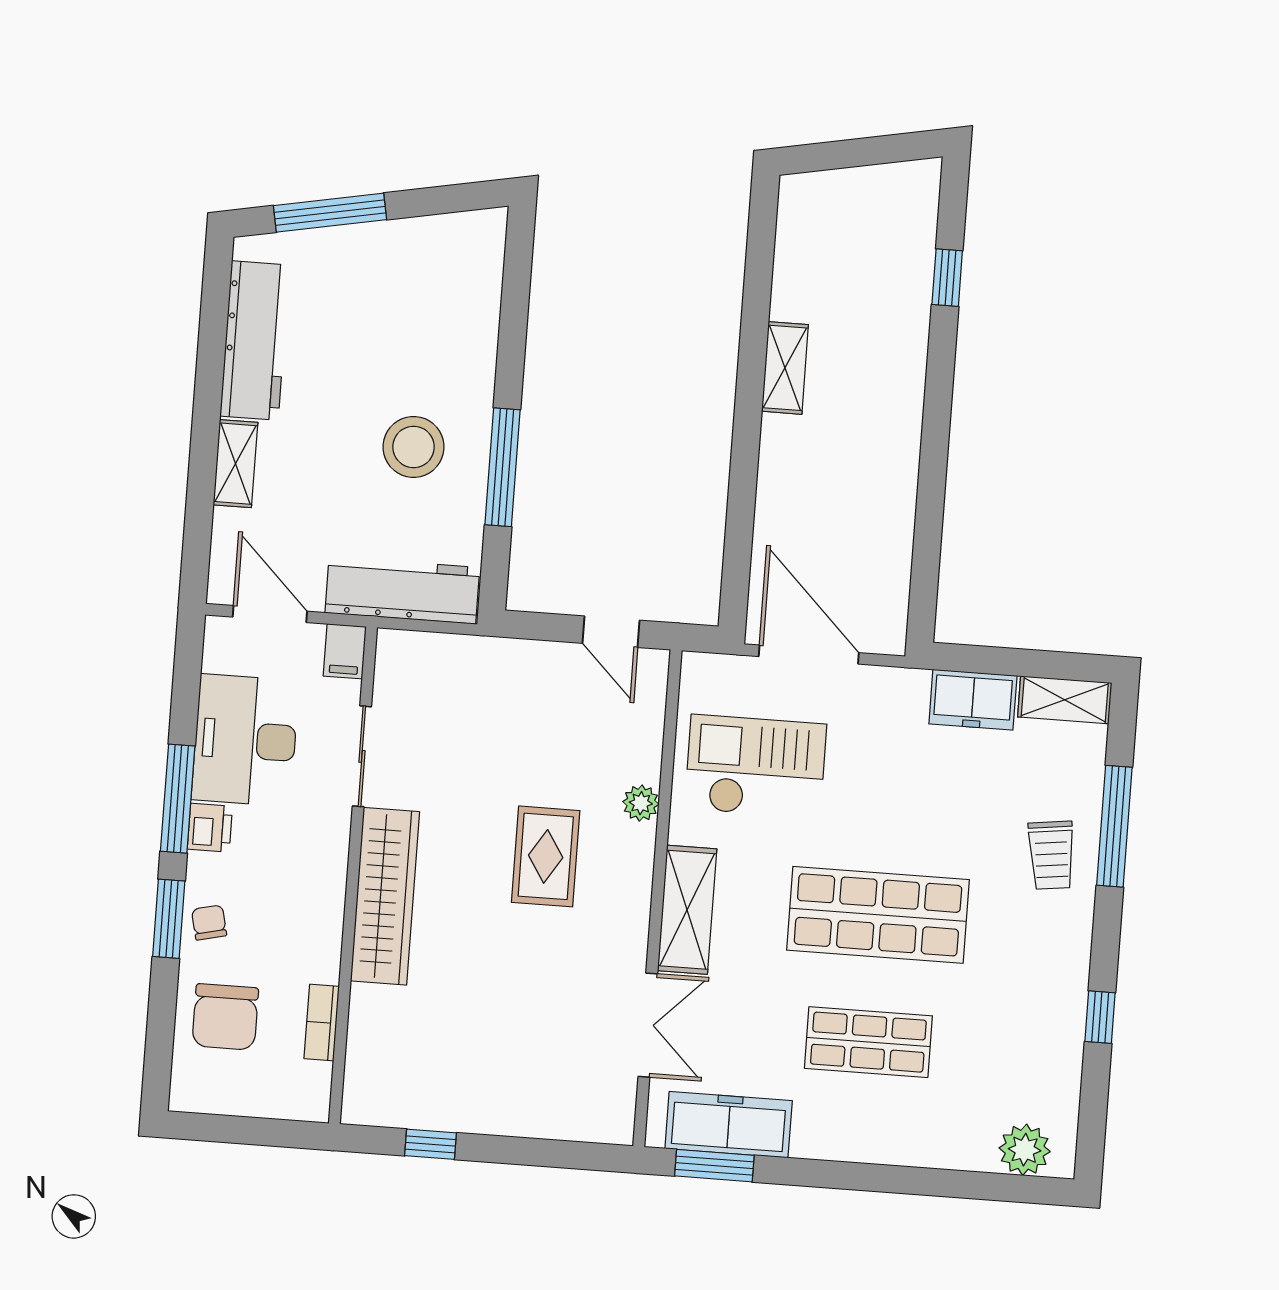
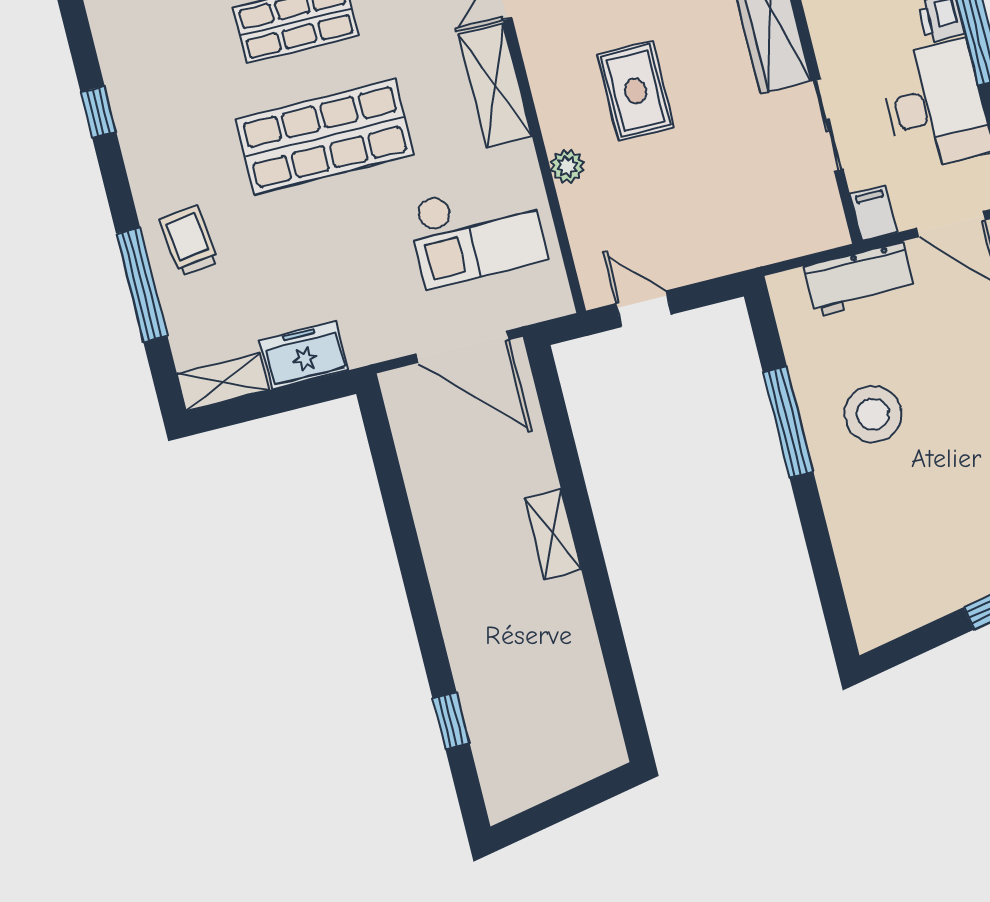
shelving: (785, 368) -> (553, 534), moved
workbench: (402, 590) -> (859, 279), width x0.73

